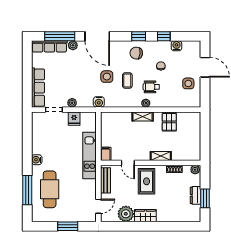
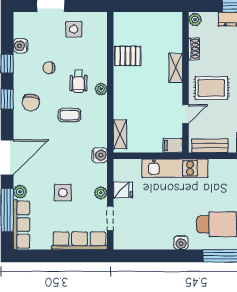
side table: (107, 77) -> (63, 193), moved
shelving: (143, 116) -> (120, 134), moved

